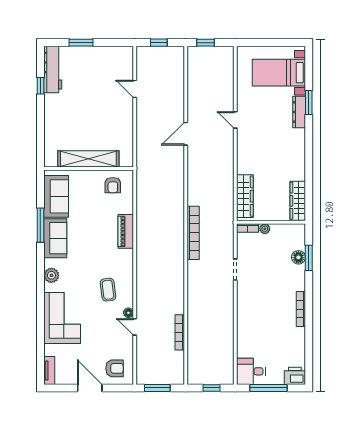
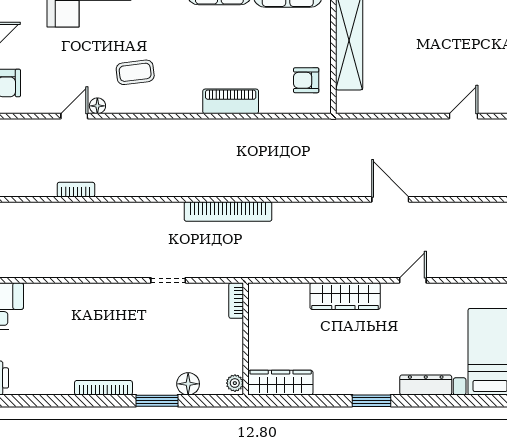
window: (309, 103) -> (372, 401), moved
wardrobe: (245, 196) -> (345, 296), moved
plant: (265, 229) -> (235, 383), moved
window: (309, 258) -> (157, 401), moved
bookcase: (180, 332) -> (76, 190), width x0.64

